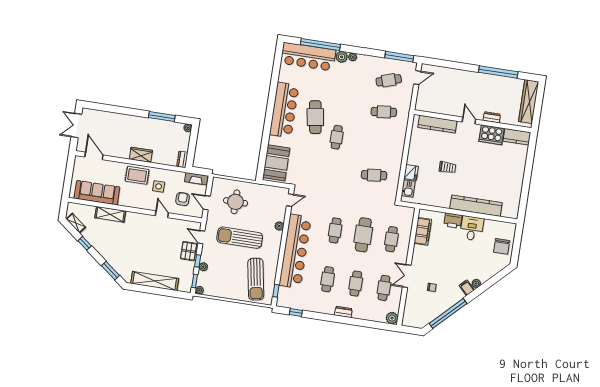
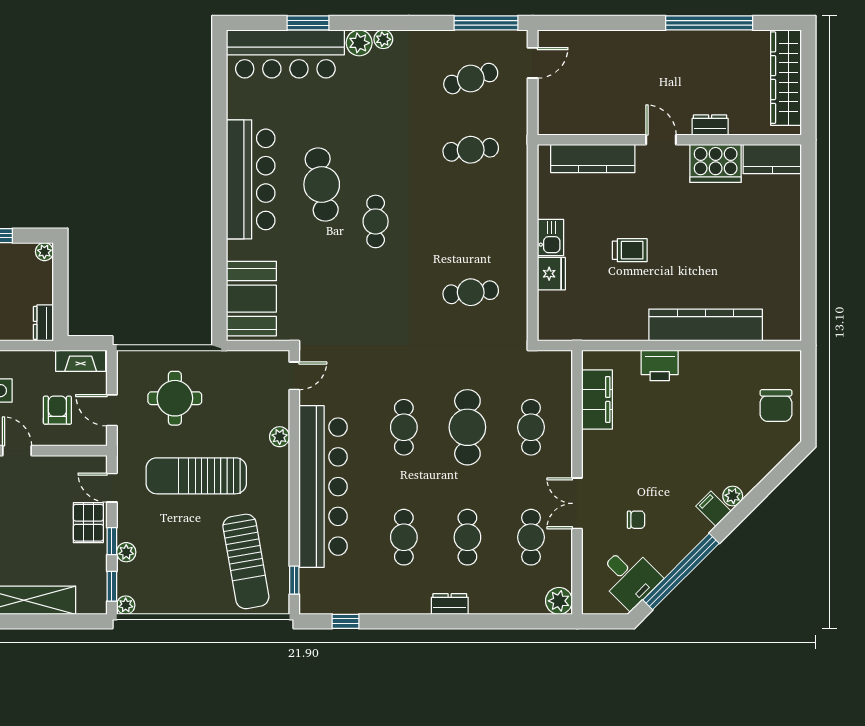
window: (320, 44) -> (308, 23), width x0.47
kitchen sink: (408, 188) -> (550, 237), moved
desk: (472, 228) -> (629, 577), moved, turned 135

